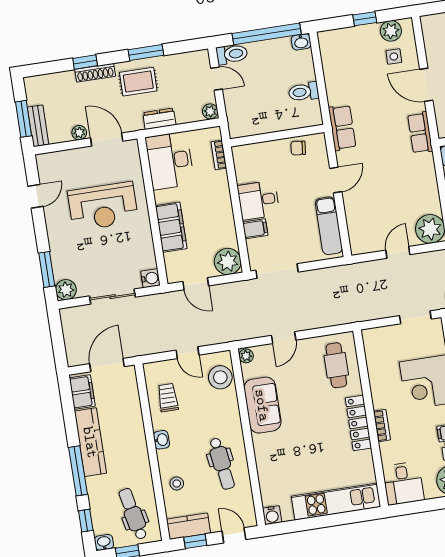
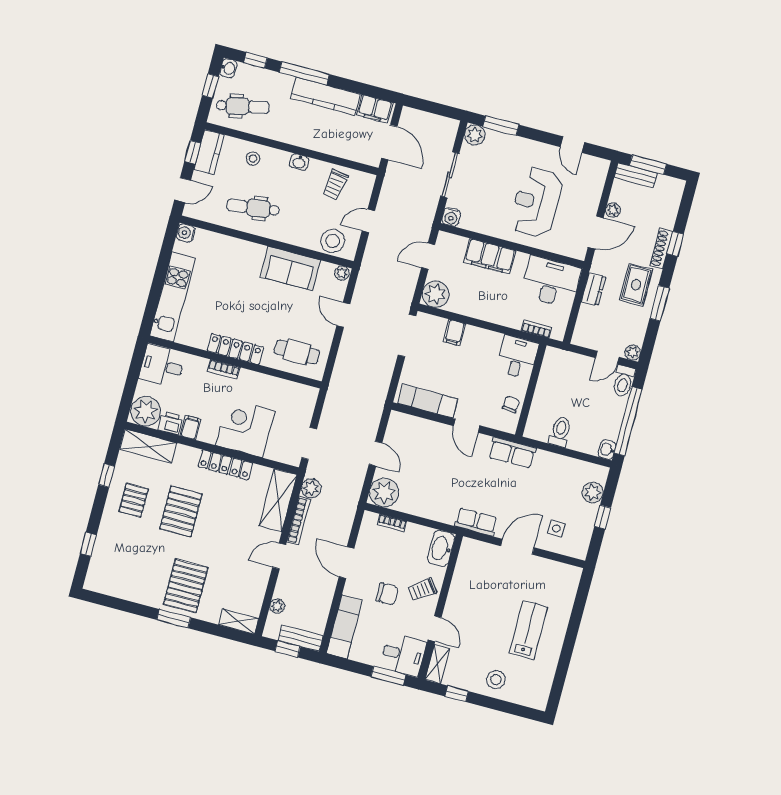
plant: (391, 31) -> (593, 492), moved
plant: (210, 111) -> (633, 353), moved
desk: (258, 200) -> (517, 357), moved
trolley: (168, 398) -> (335, 185), turned 99

